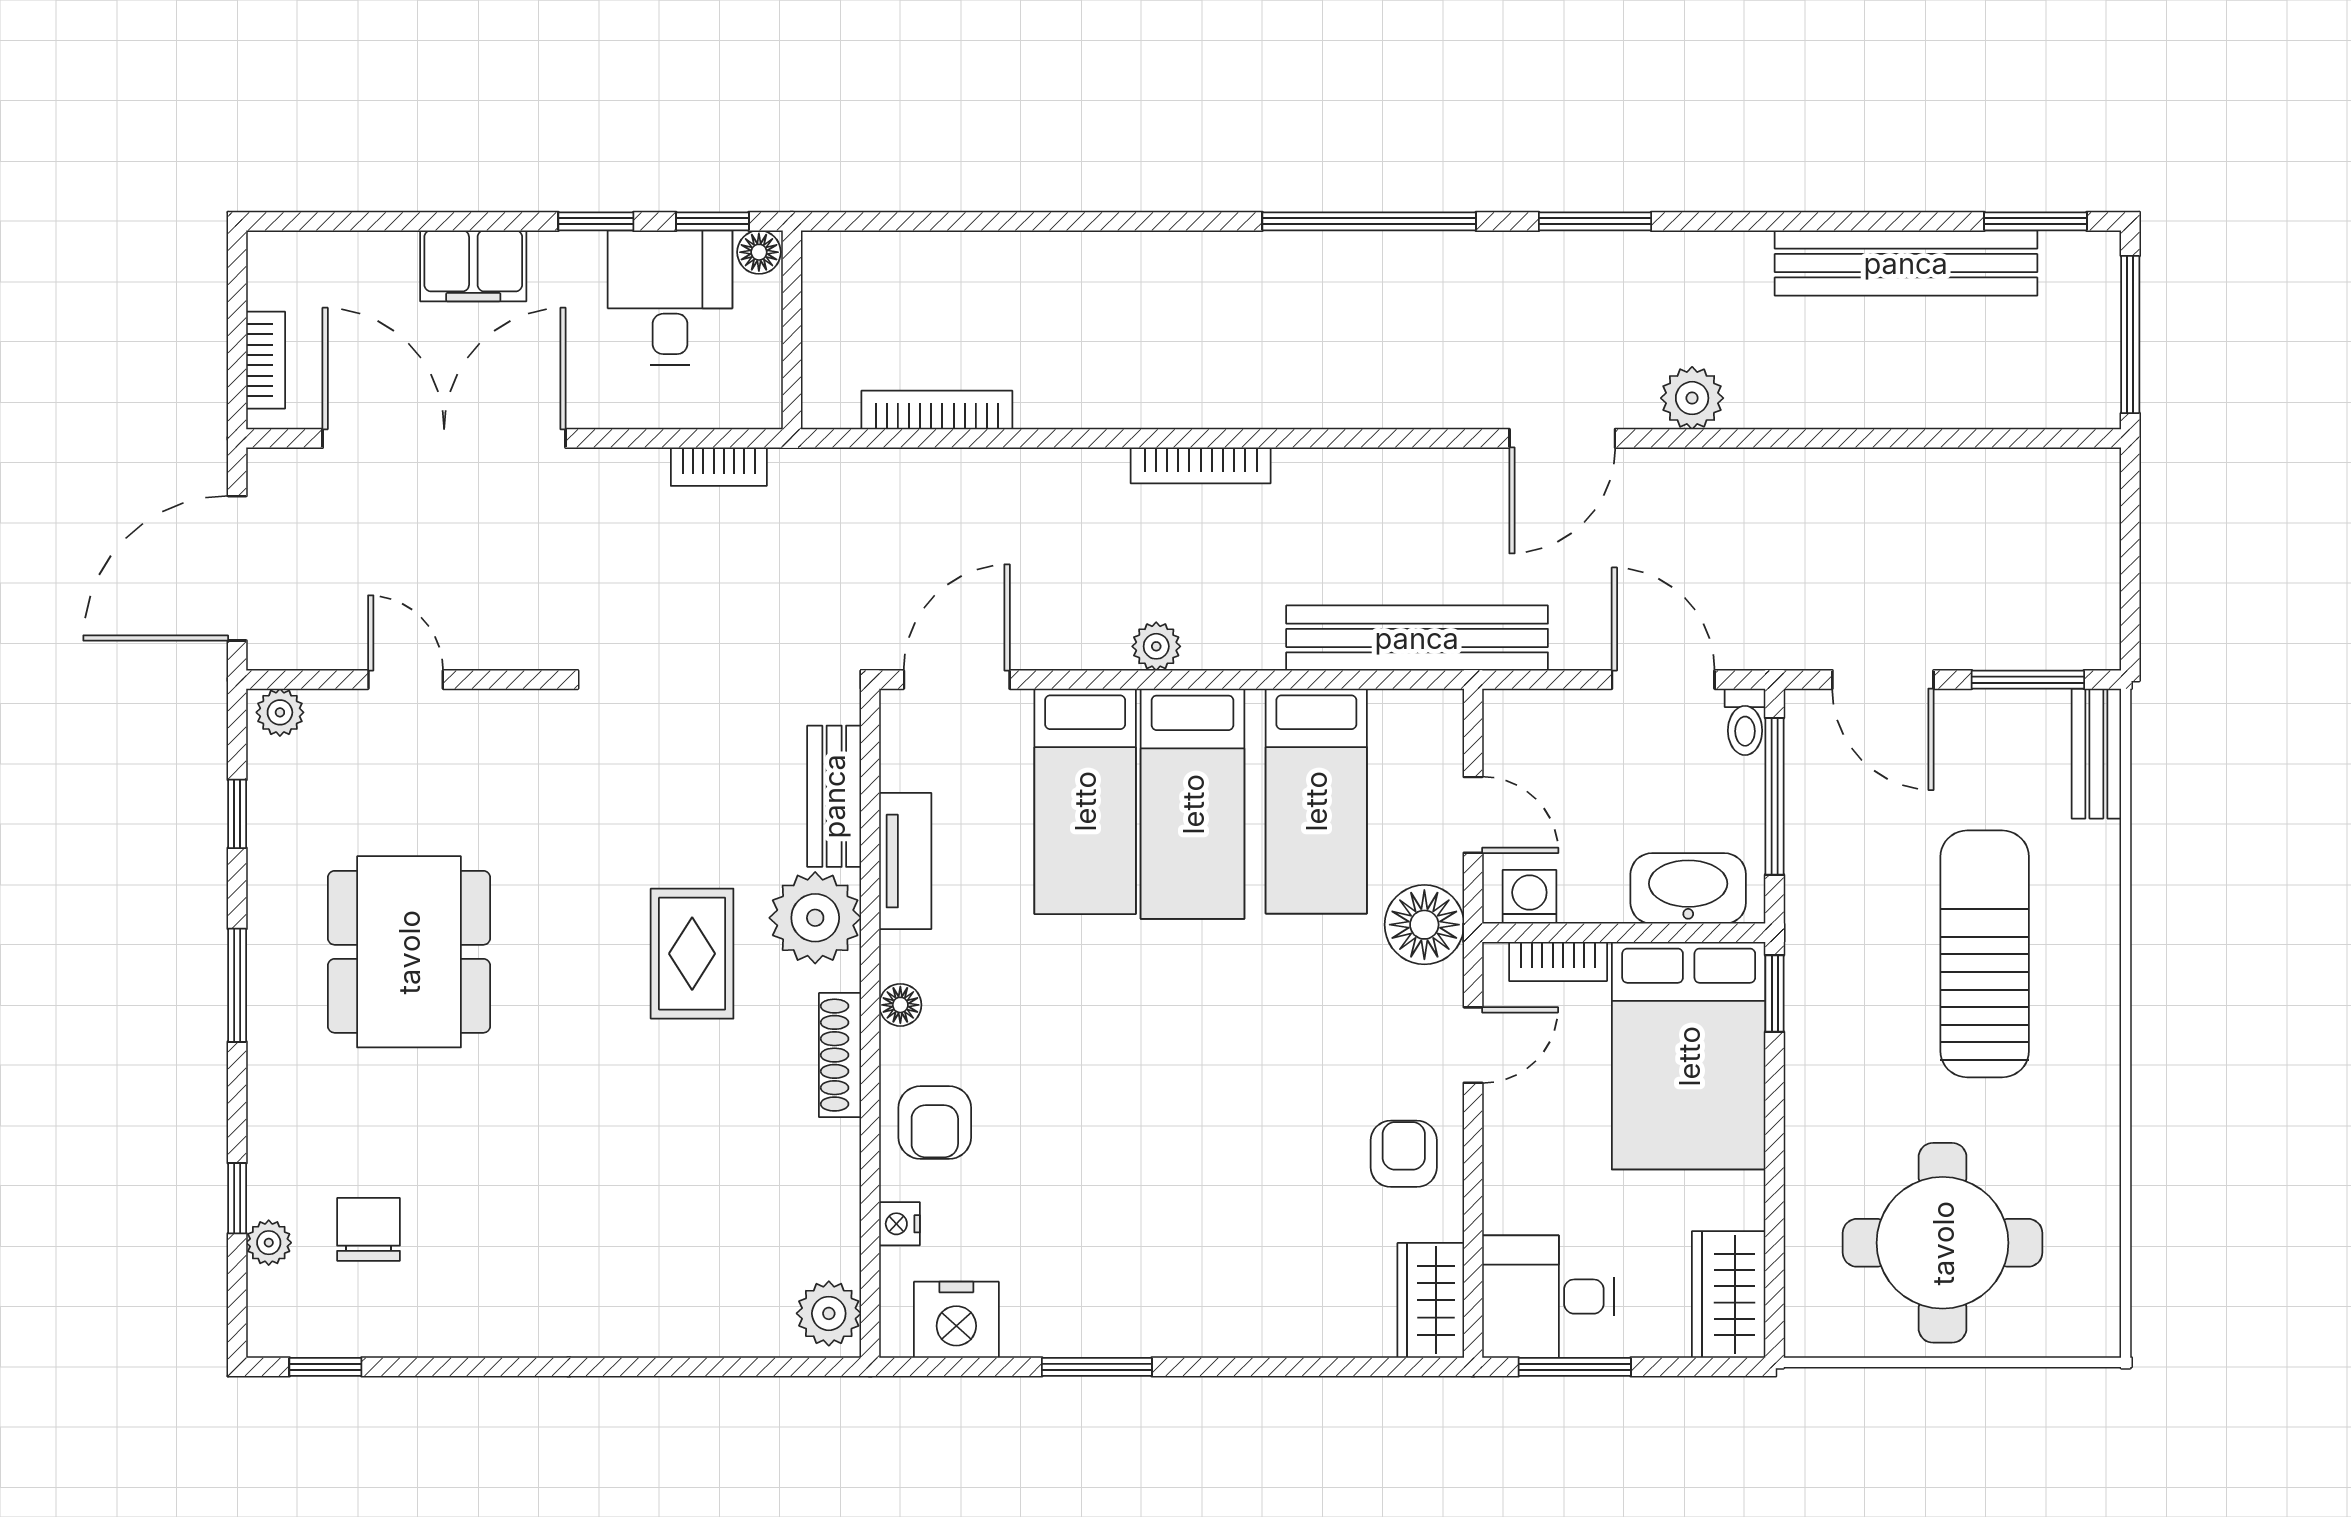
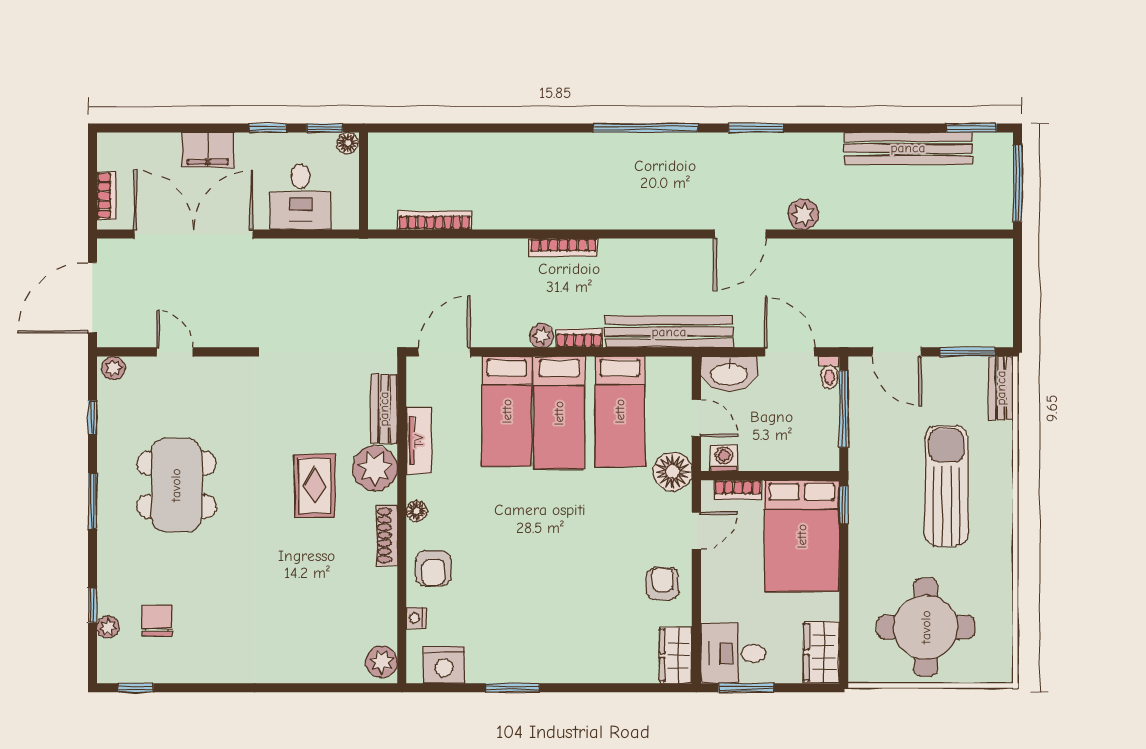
desk: (670, 298) -> (300, 197), moved, turned 180
bookcase: (719, 467) -> (579, 338), moved, turned 180
washbasin: (1688, 888) -> (729, 374), moved, turned 180

